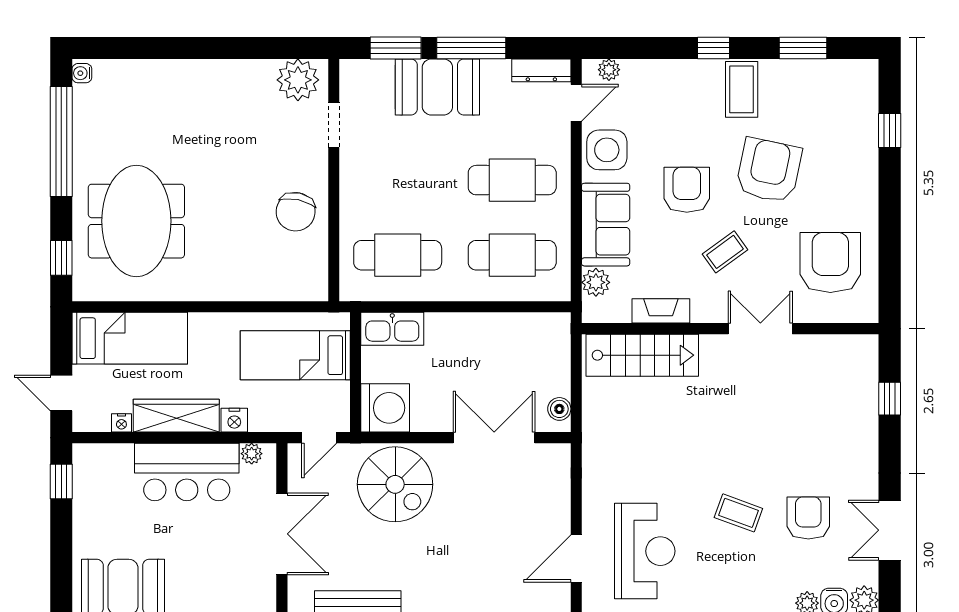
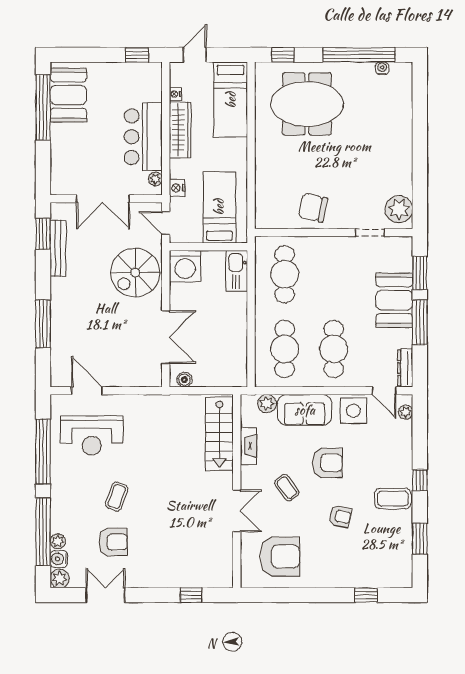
water cooler: (82, 73) -> (382, 68), moved
armchair: (769, 170) -> (340, 516), width x0.53, depth x0.53
nightstand: (234, 420) -> (177, 188), moved

